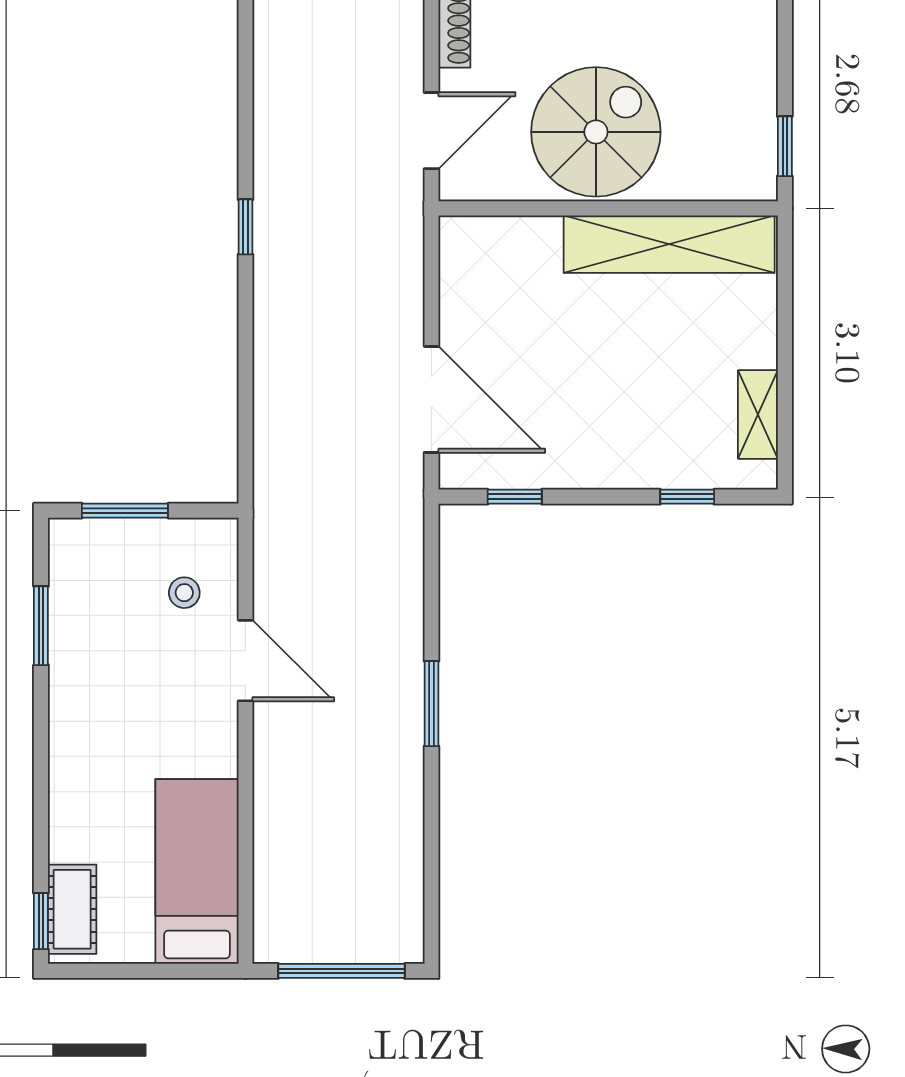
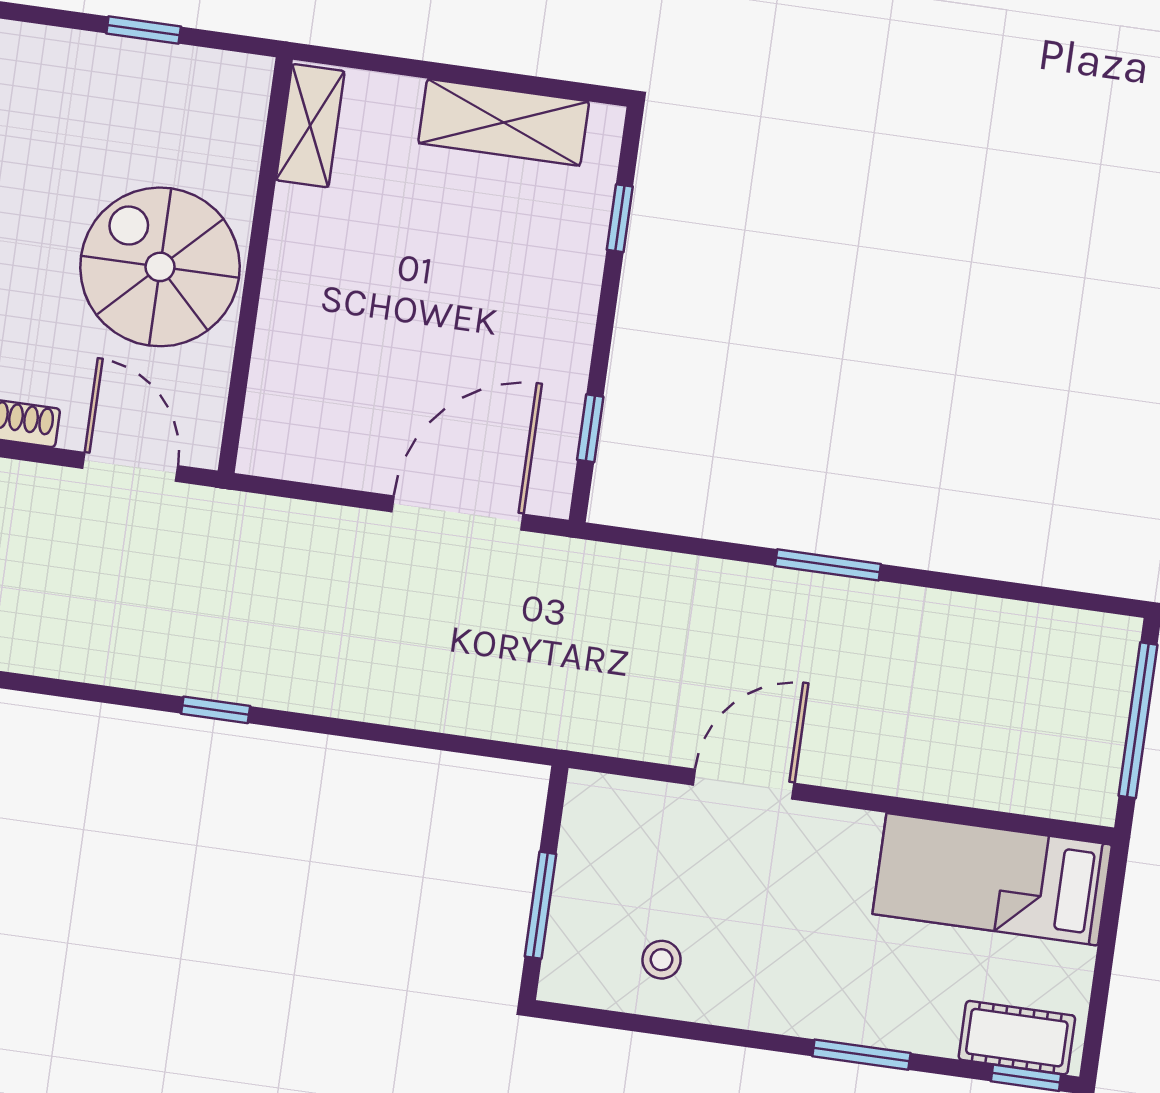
window: (785, 146) -> (144, 30), moved
shelving: (669, 244) -> (310, 126), width x0.45, depth x0.75
shelving: (758, 415) -> (504, 122), width x1.50, depth x1.33
stool: (184, 593) -> (662, 960), moved
window: (41, 626) -> (861, 1055), moved

